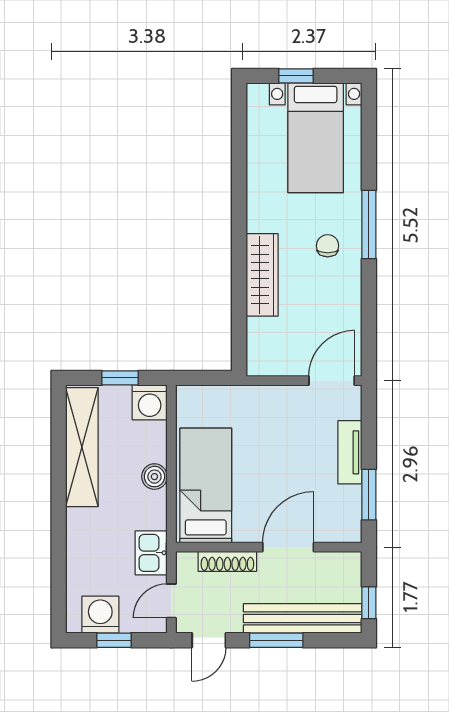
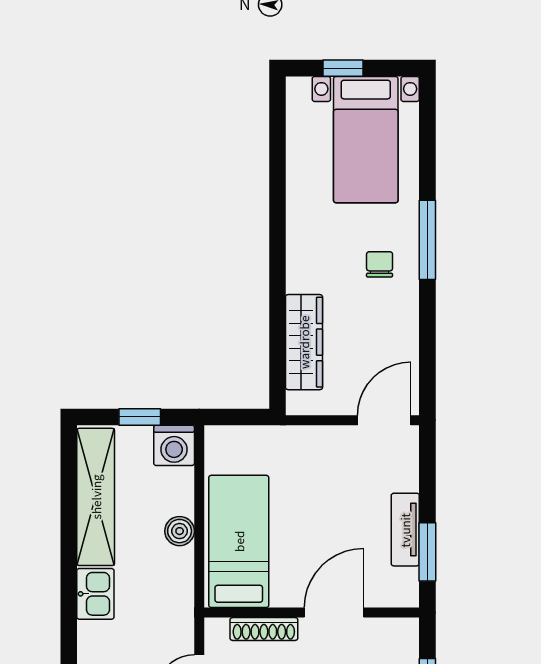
wardrobe: (262, 275) -> (304, 342), moved
tv unit: (350, 452) -> (405, 530), moved
kitchen sink: (151, 553) -> (95, 594), moved, turned 180

